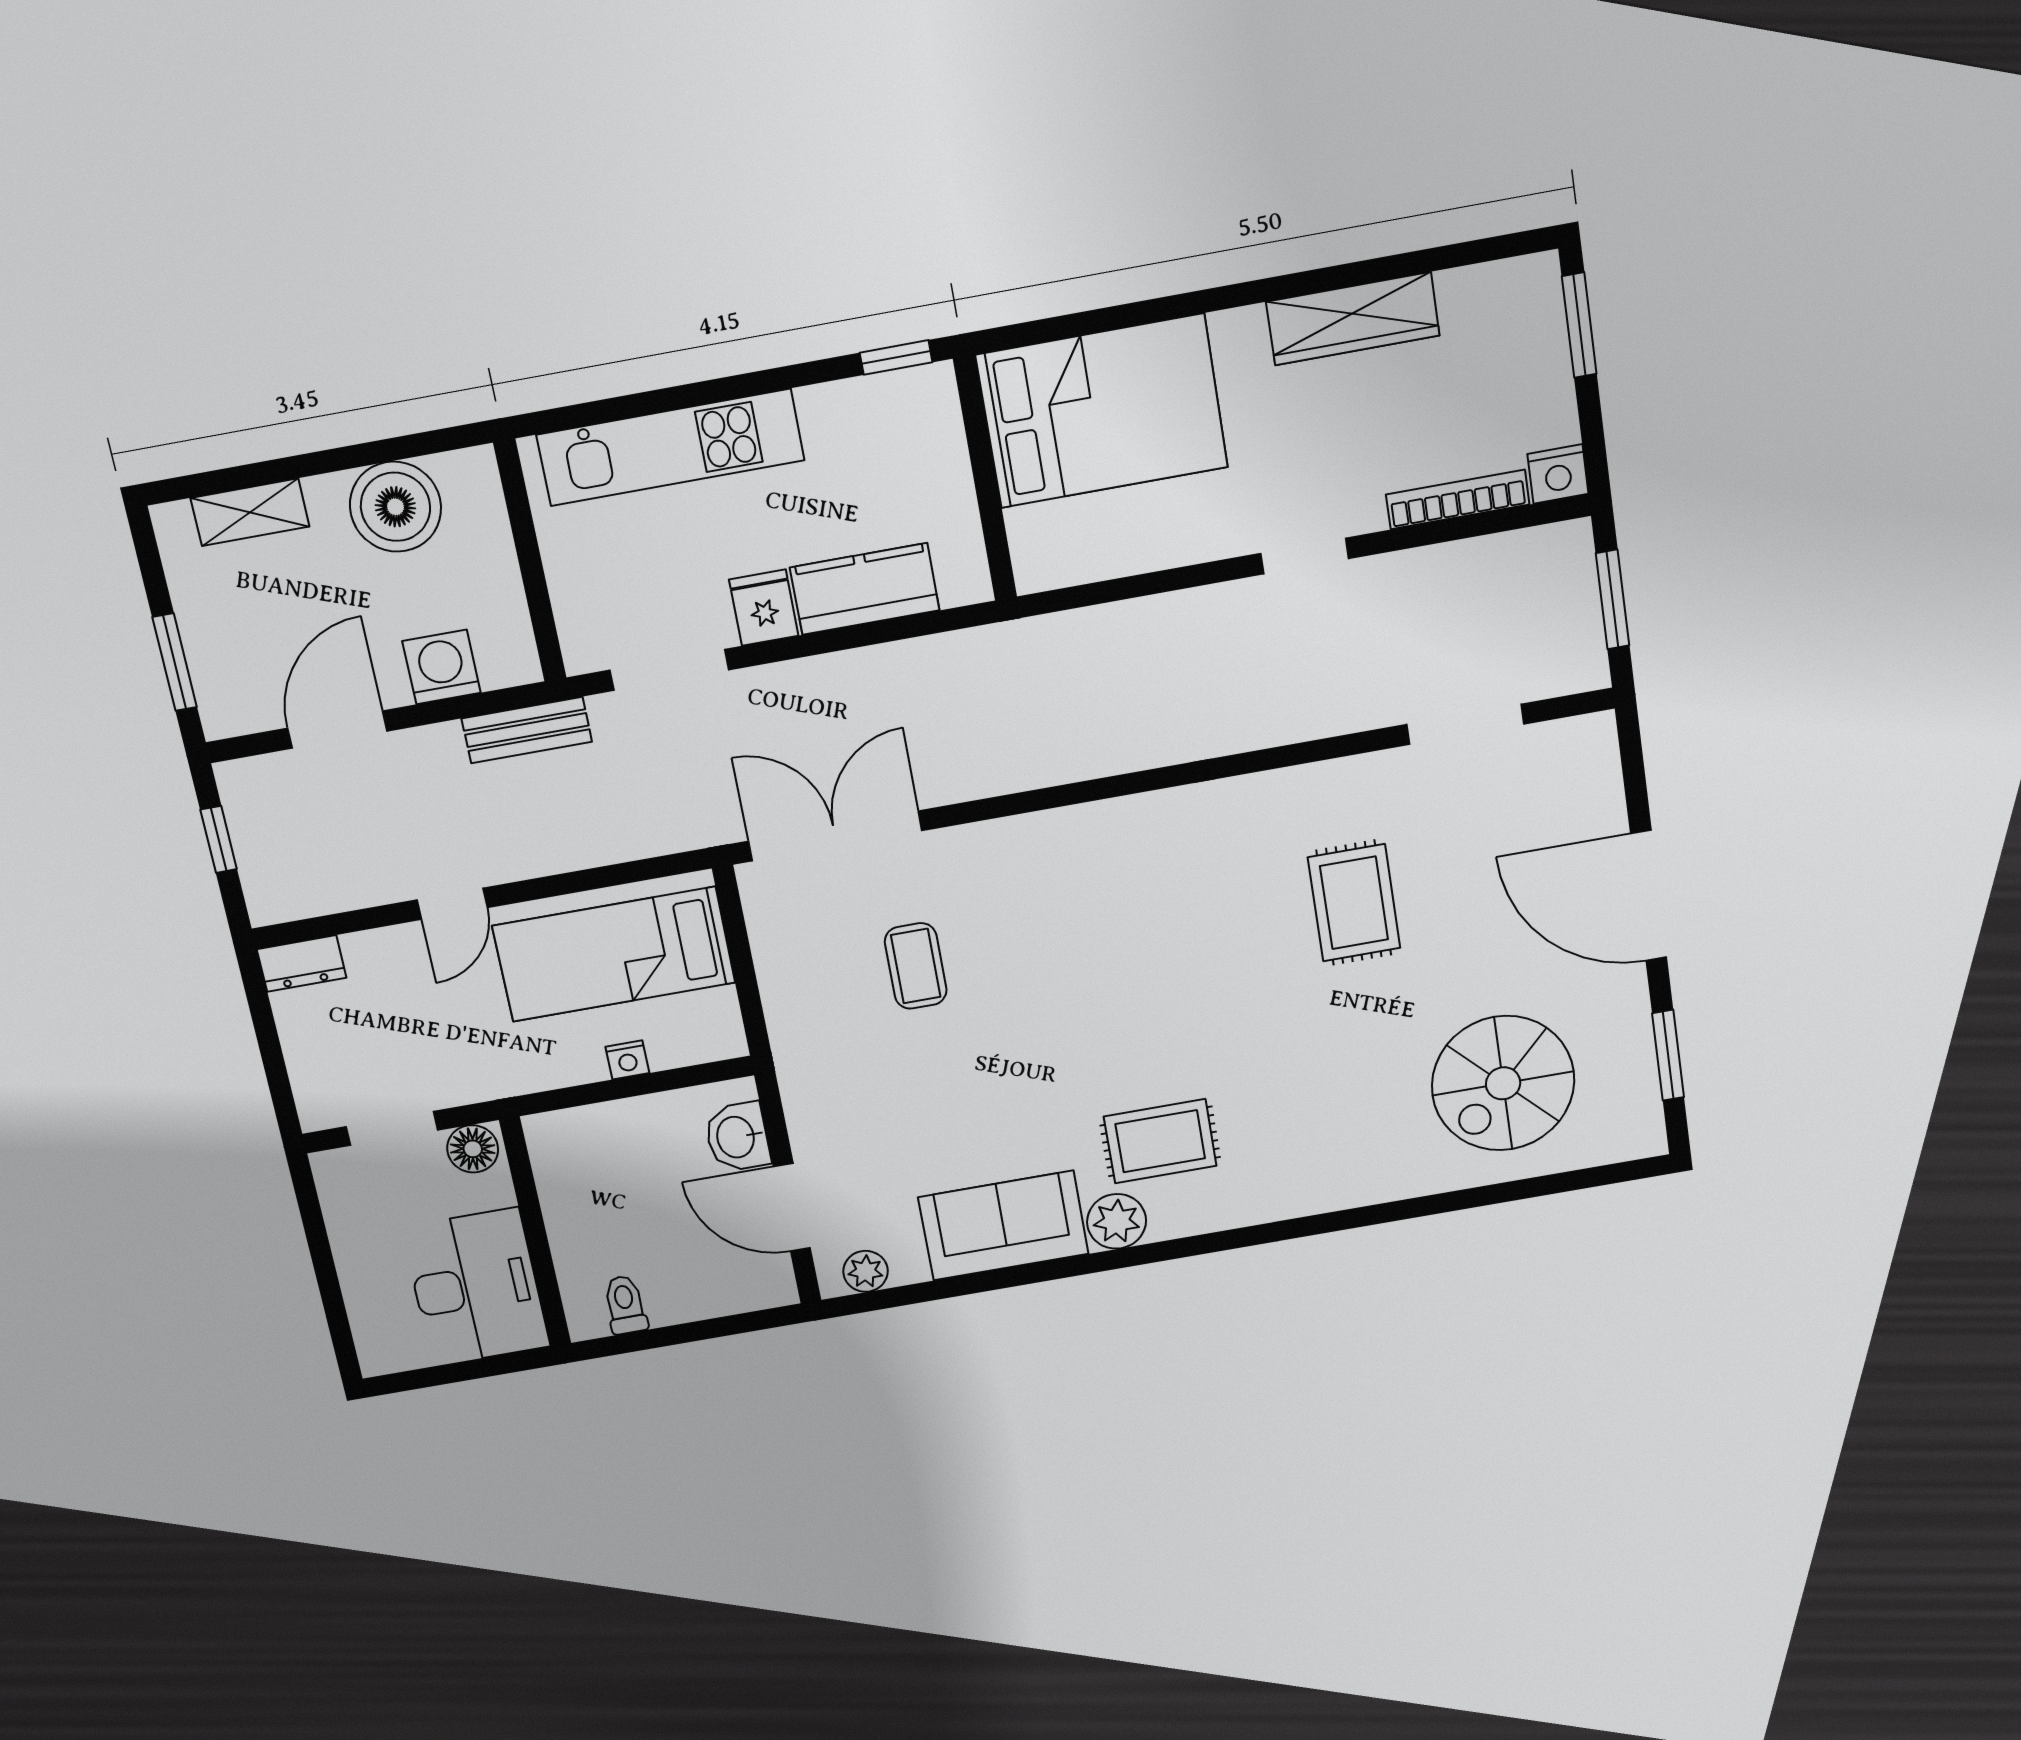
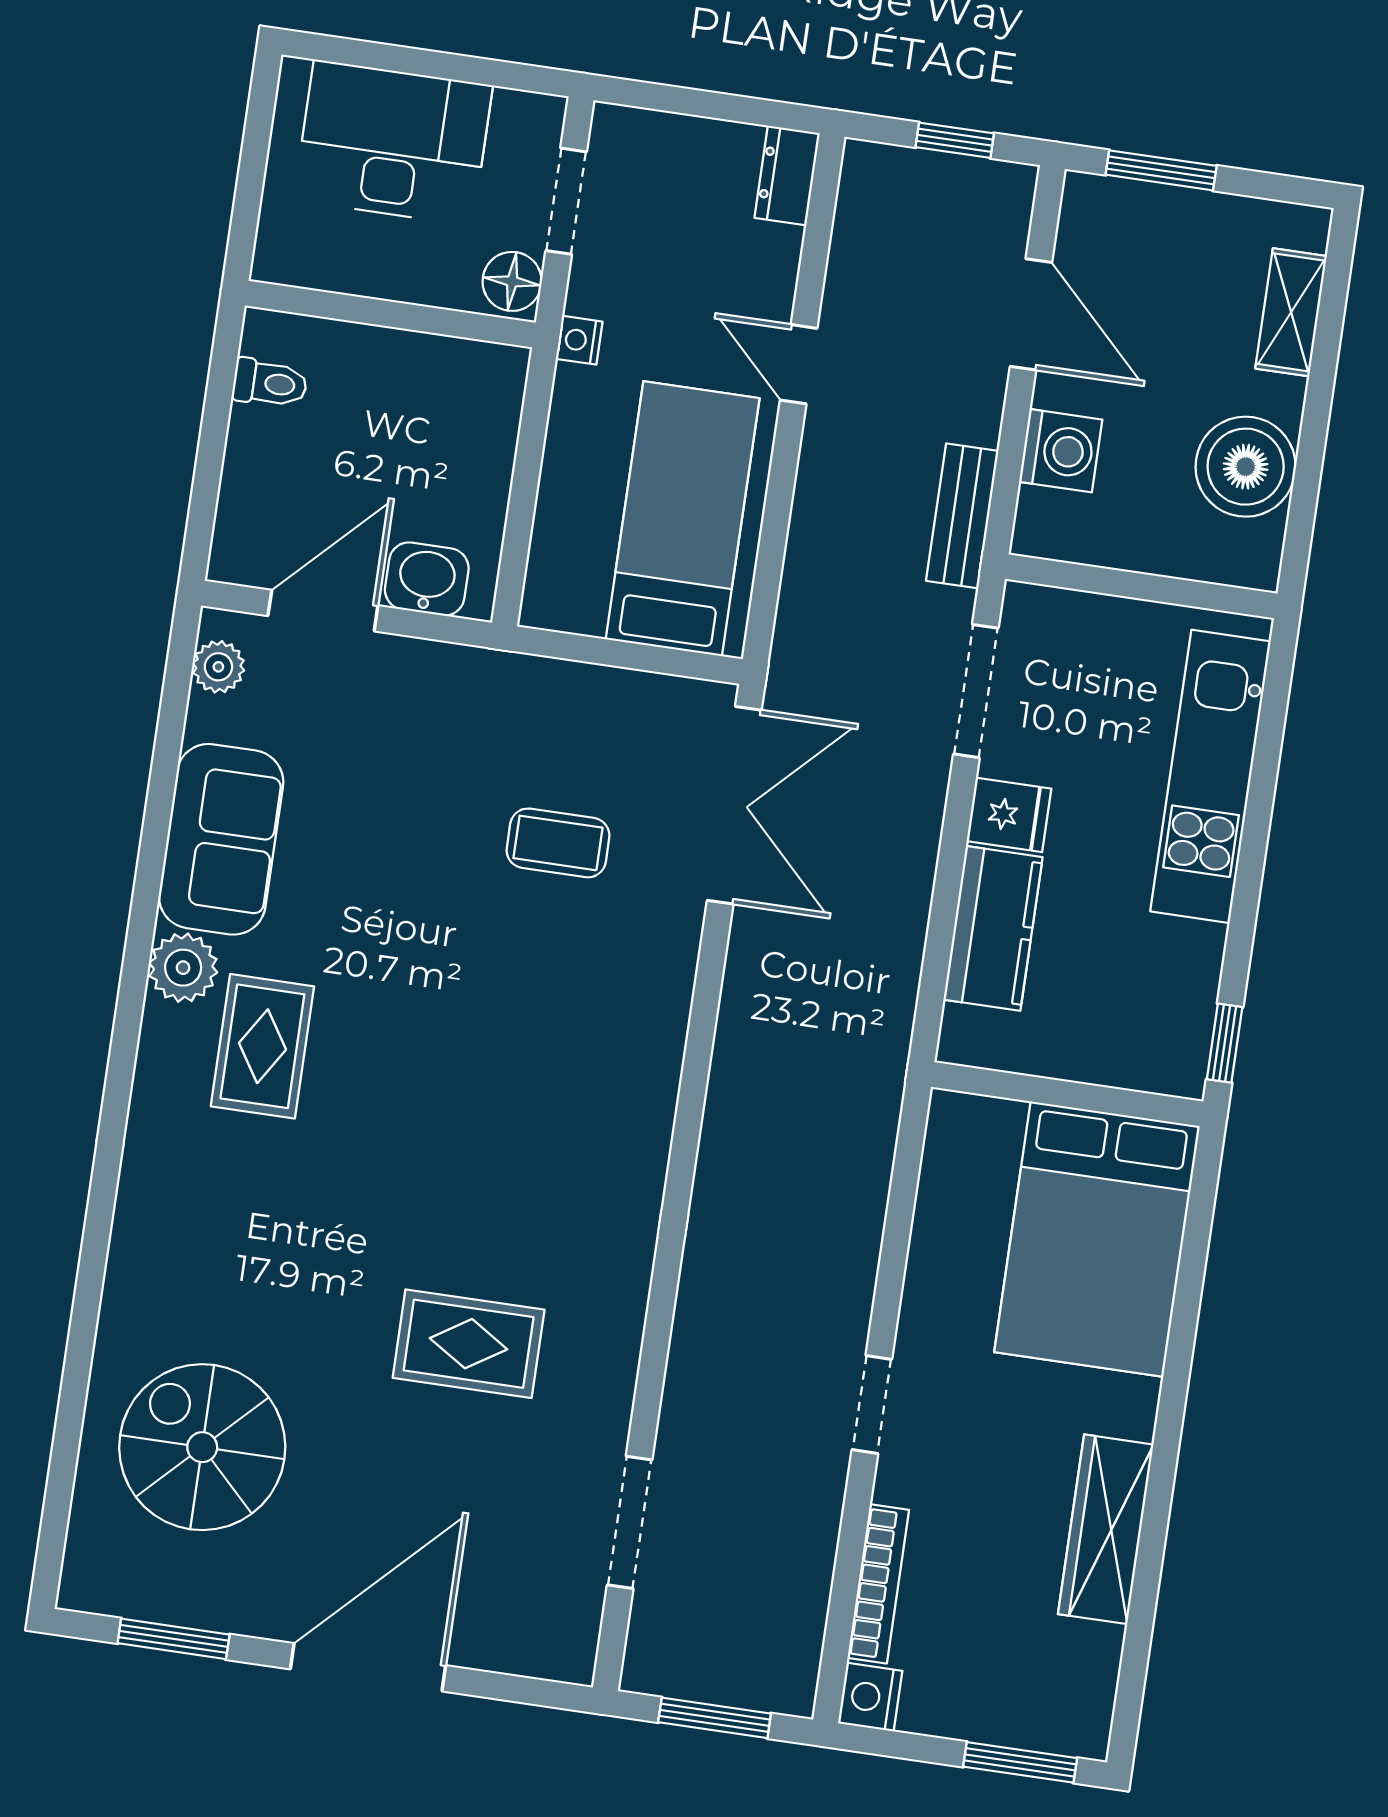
nightstand: (627, 1060) -> (579, 340), moved
desk: (476, 1287) -> (393, 143), moved, turned 180

